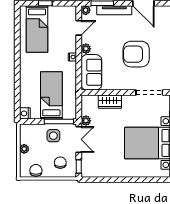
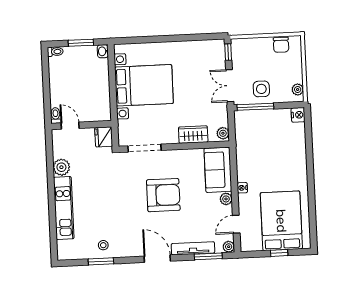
bed: (37, 29) -> (281, 221), width x1.50
bed: (51, 95) -> (266, 139), removed
plant: (86, 121) -> (223, 133), moved
plant: (24, 149) -> (298, 90), moved
chair: (60, 163) -> (251, 56), removed

